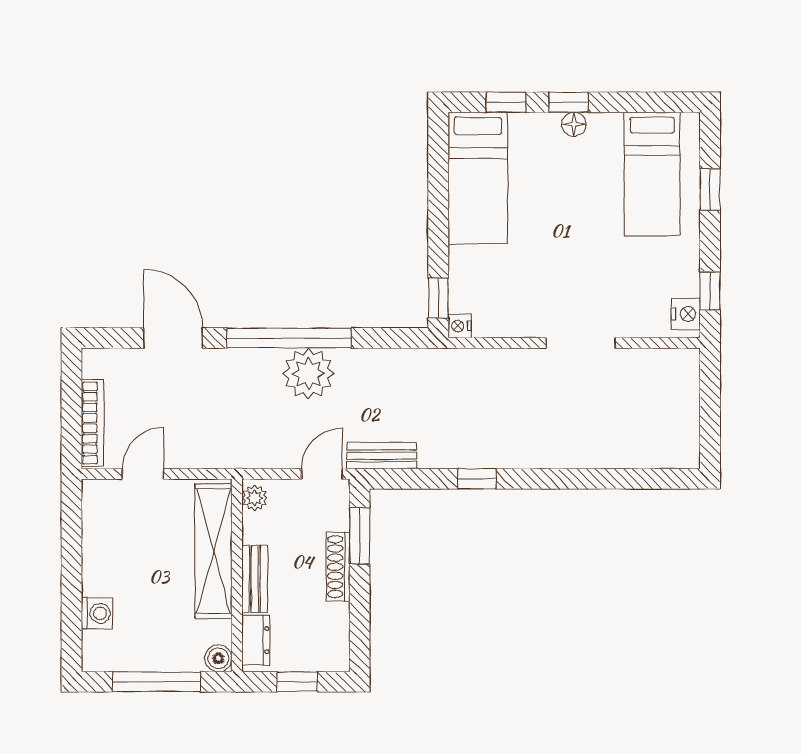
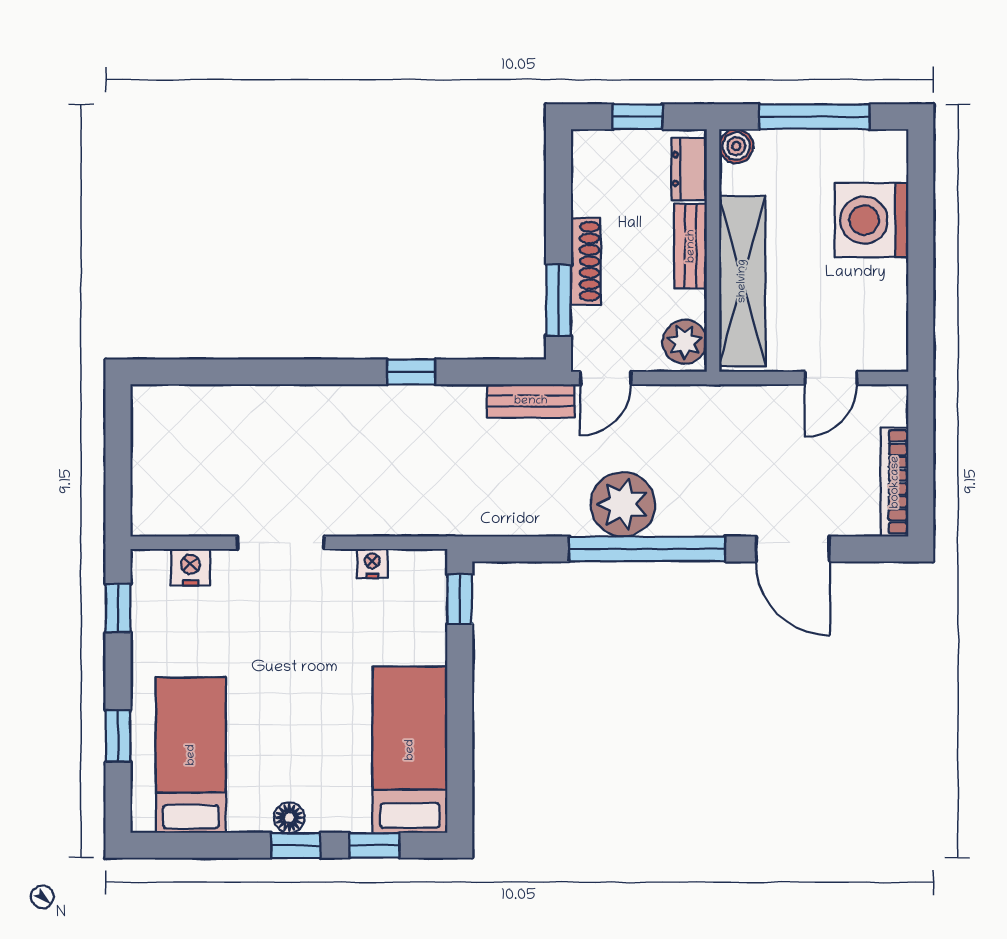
nightstand: (686, 314) -> (191, 567), moved, turned 90
nightstand: (459, 326) -> (372, 563), moved, turned -90
bookcase: (92, 423) -> (895, 482), moved
plant: (255, 498) -> (685, 342), width x1.38, depth x1.38
washing machine: (97, 613) -> (871, 220), width x1.89, depth x1.89

